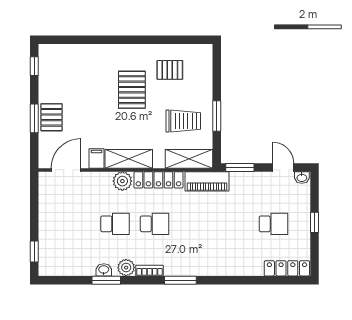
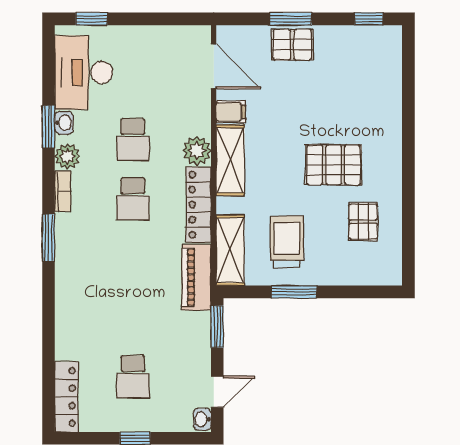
trolley: (183, 121) -> (287, 242), turned 180
desk: (70, 257) -> (84, 72), added

